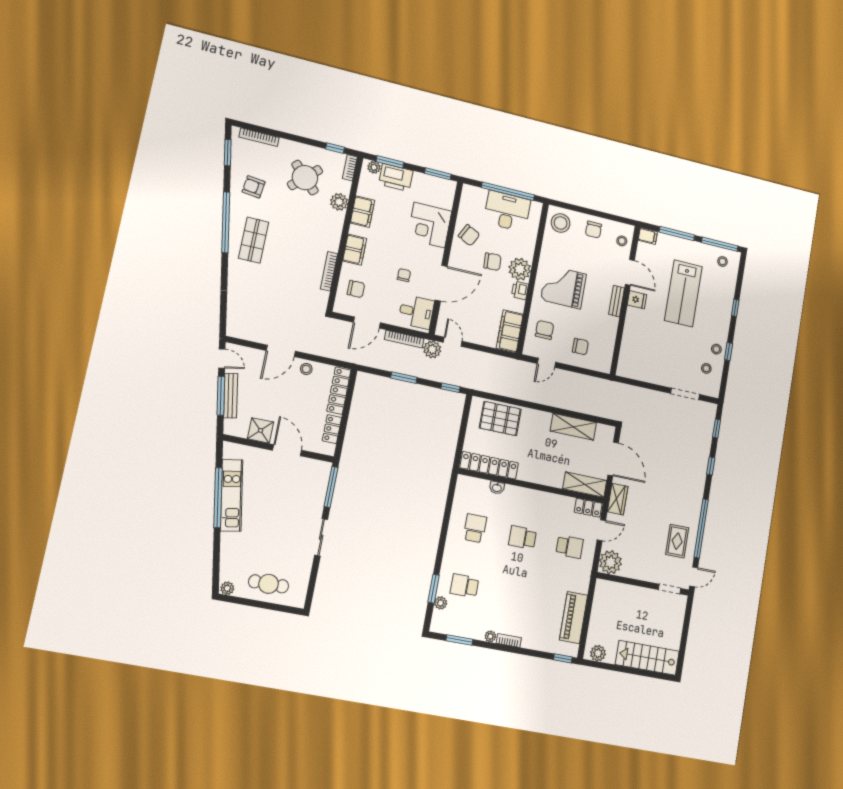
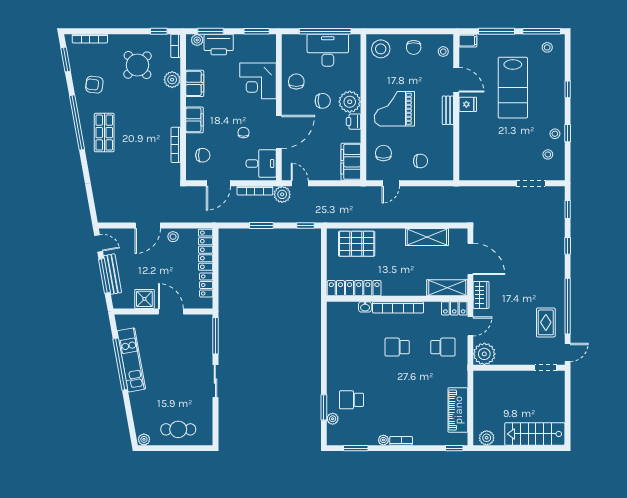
chair: (469, 235) -> (296, 81), turned -117
bookcase: (531, 495) -> (398, 307), added
school desk: (475, 528) -> (351, 347), removed

